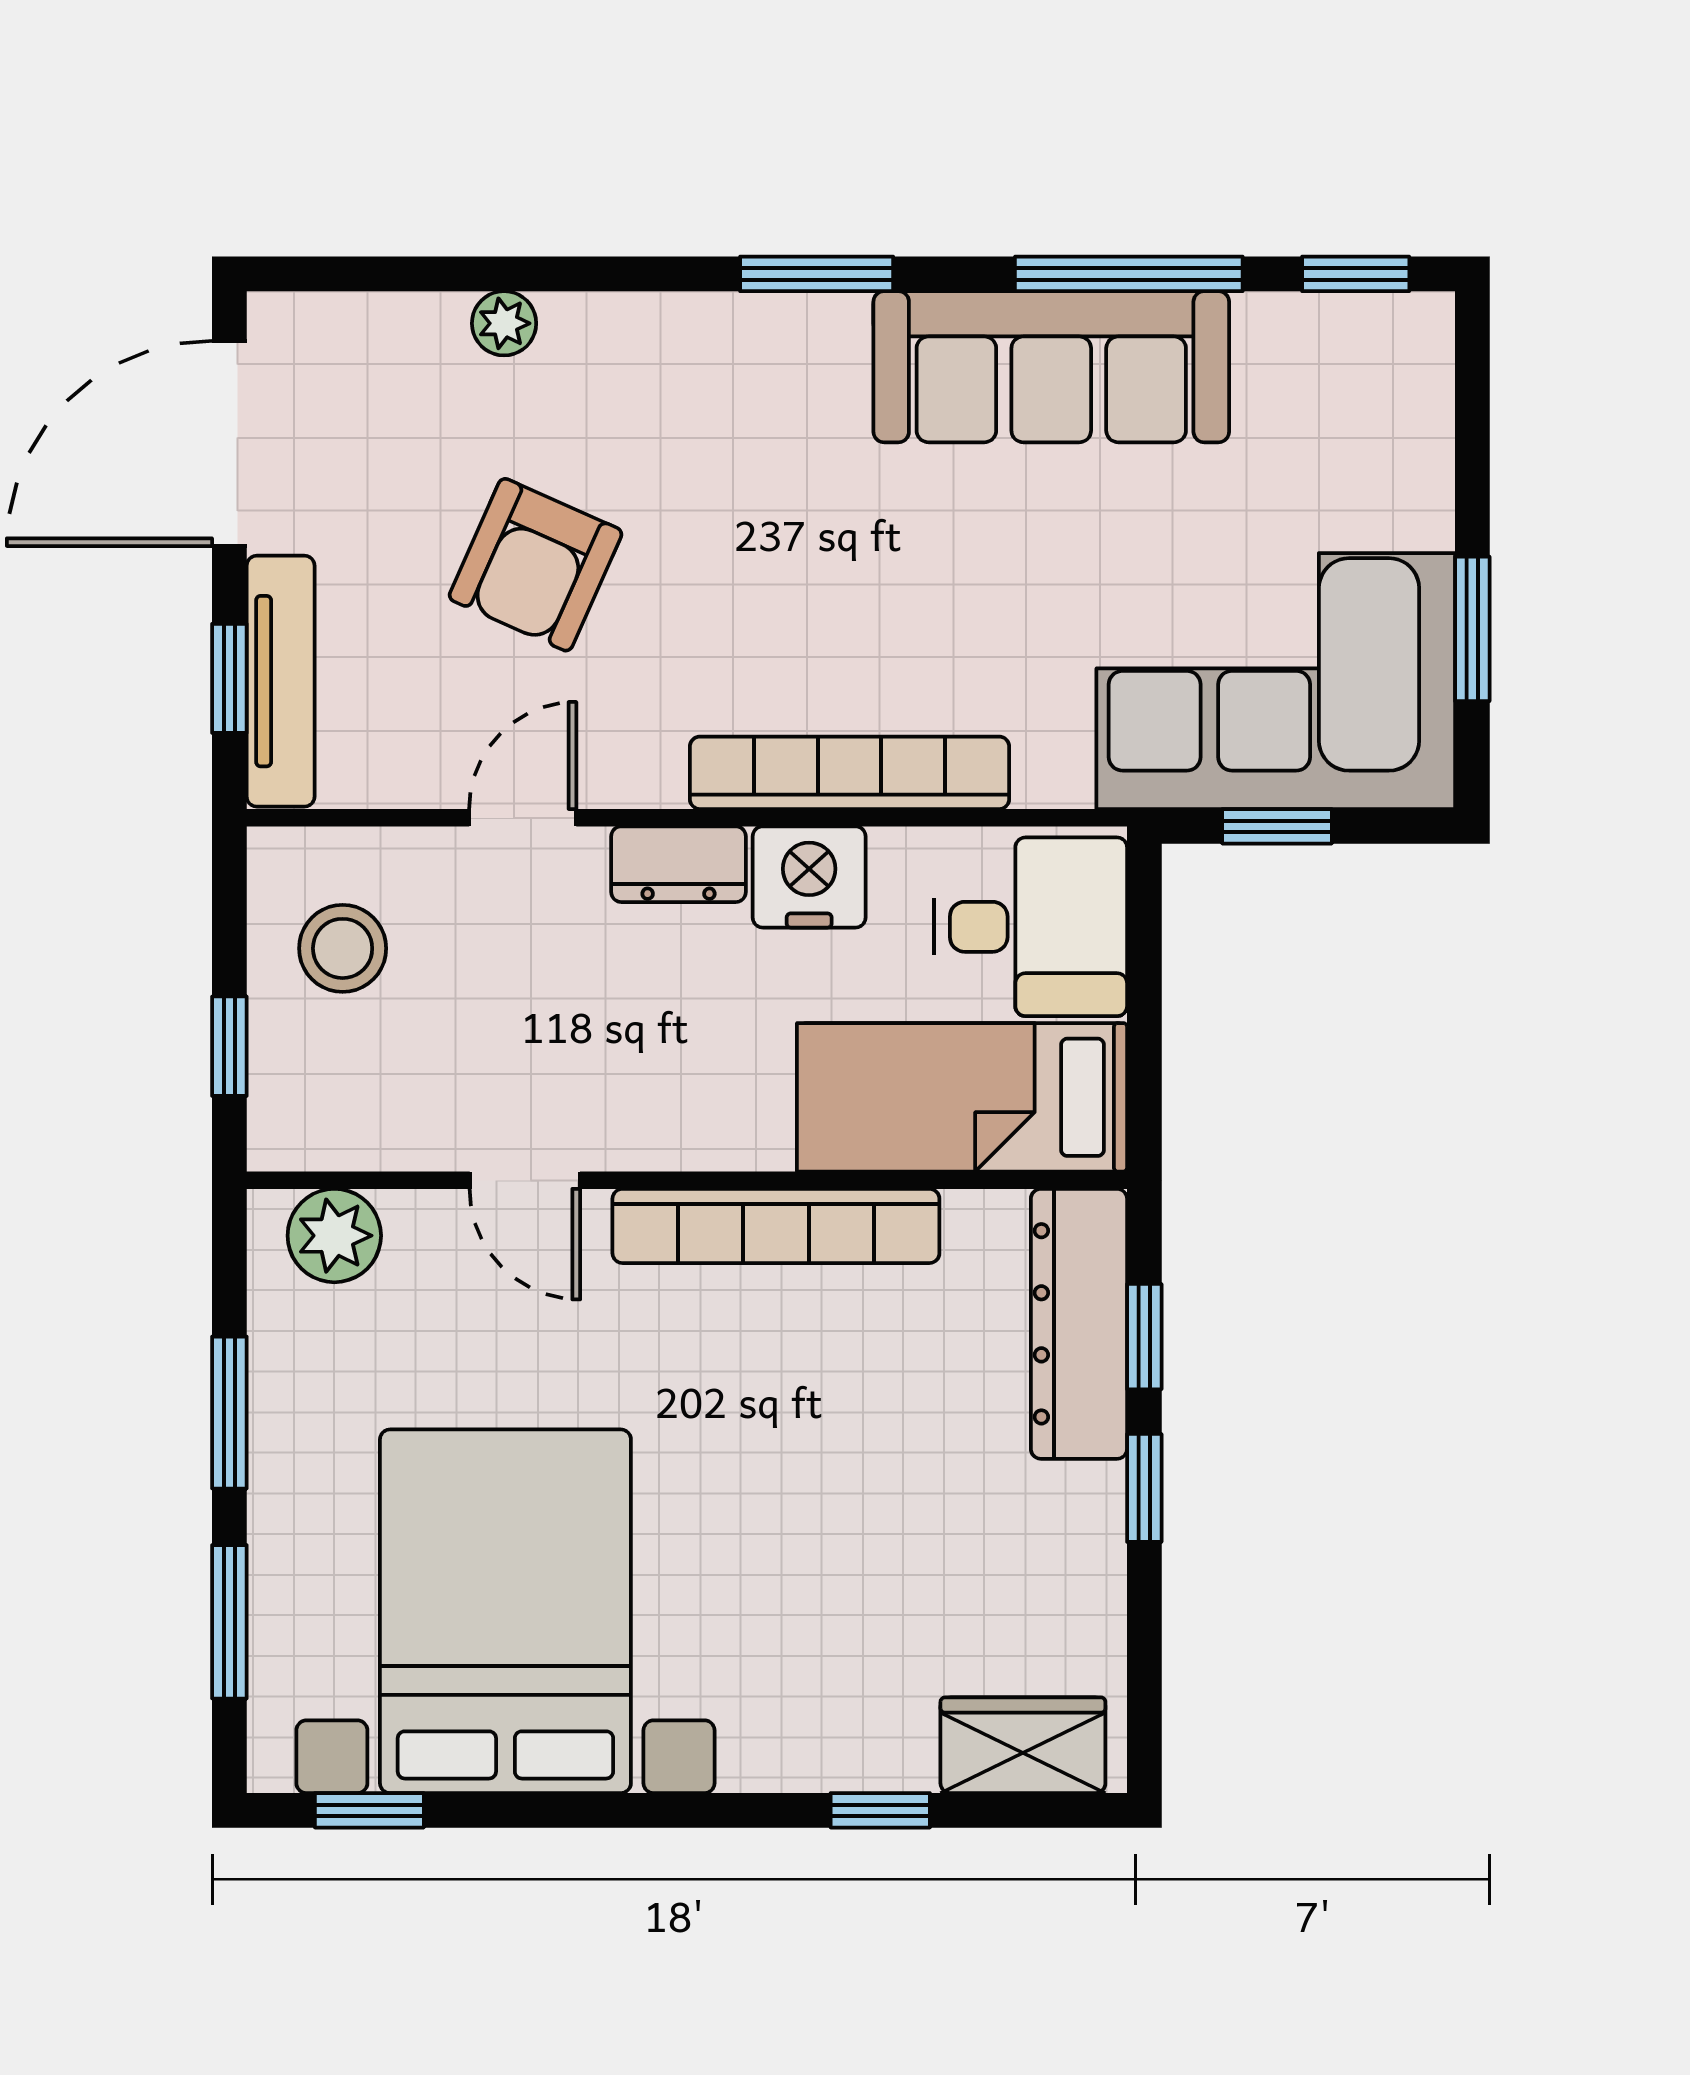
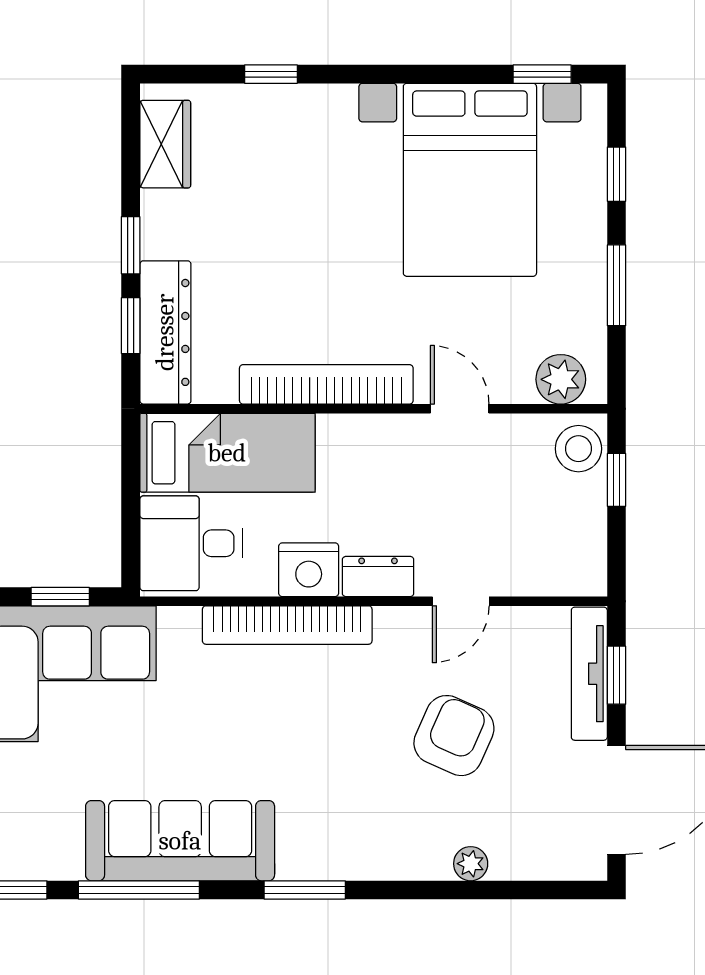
stool: (343, 948) -> (578, 449), moved
window: (229, 1622) -> (617, 174), width x0.67
wardrobe: (1023, 1745) -> (165, 144), moved, turned -90

